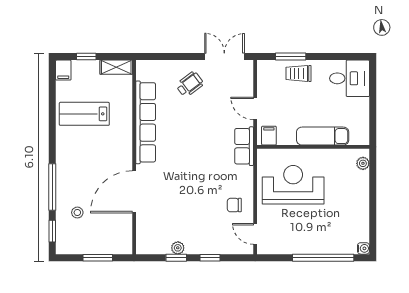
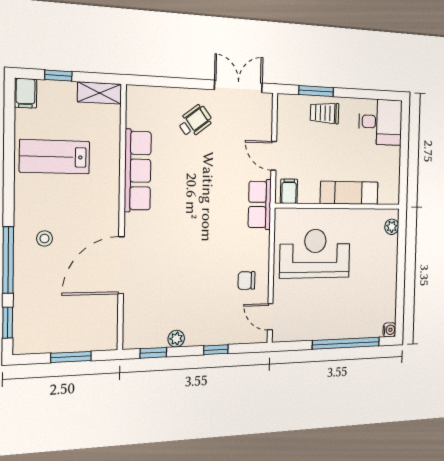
row of seats: (146, 122) -> (138, 171), width x0.73
stool: (77, 213) -> (45, 239), moved
window: (176, 258) -> (153, 353), moved

